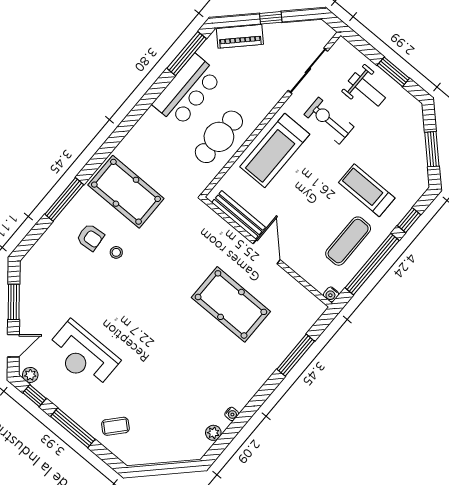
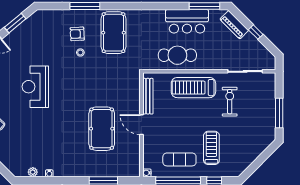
window: (393, 72) -> (279, 113), width x1.44
weight bench: (367, 89) -> (260, 107), removed
window: (432, 149) -> (258, 163), removed
armchair: (90, 237) -> (77, 34), turned 92
door: (267, 252) -> (141, 125), swing flipped
reception desk: (83, 355) -> (35, 87), moved

